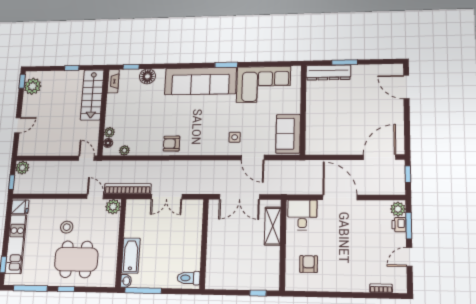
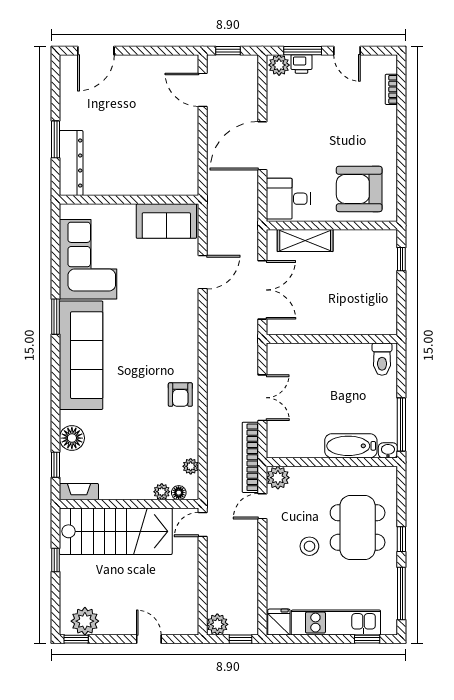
stairs: (92, 95) -> (116, 531), width x1.36, depth x1.51
side table: (235, 137) -> (171, 300), removed
door: (379, 157) -> (203, 90), width x0.73
armchair: (309, 264) -> (359, 189), width x1.88, depth x1.88

